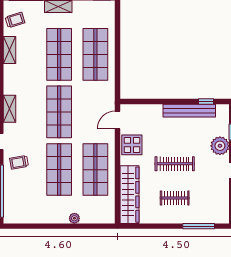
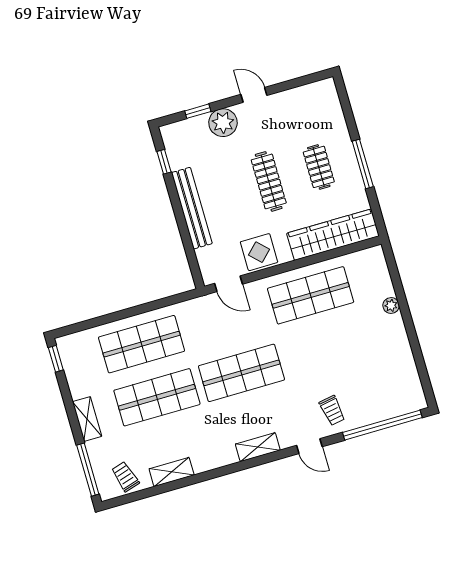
bench: (189, 111) -> (192, 208), moved
shop shelf: (59, 170) -> (326, 348), removed
window: (199, 226) -> (363, 164), moved

